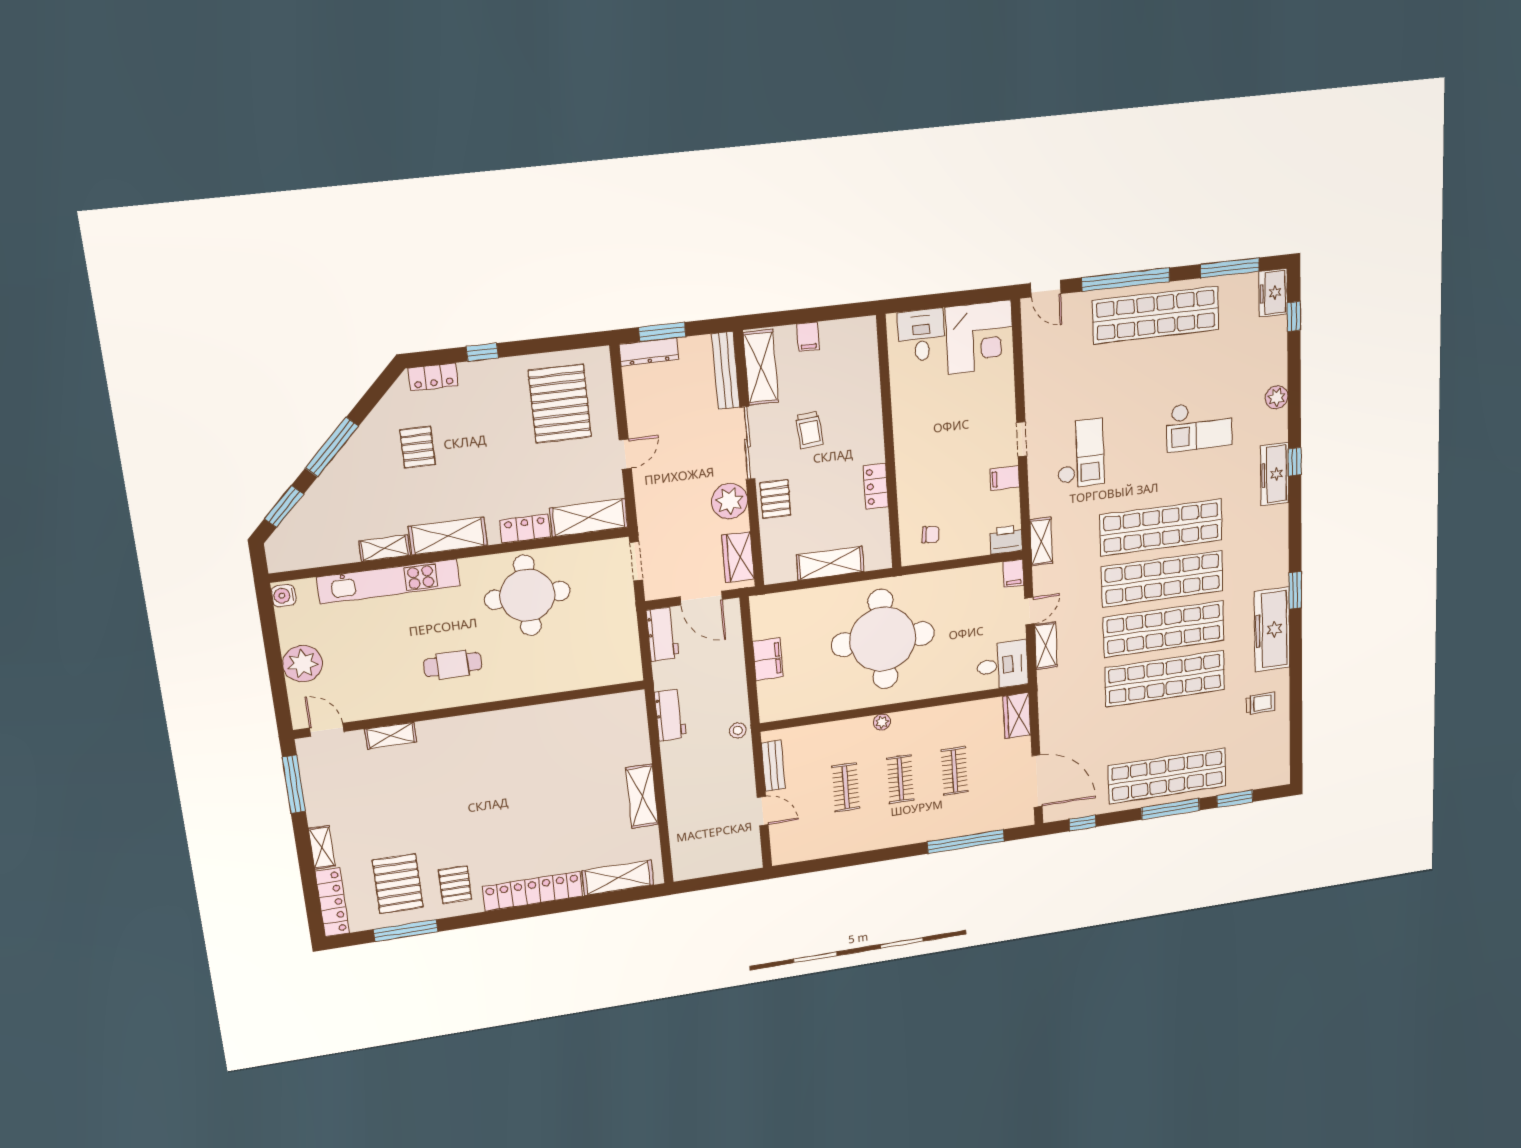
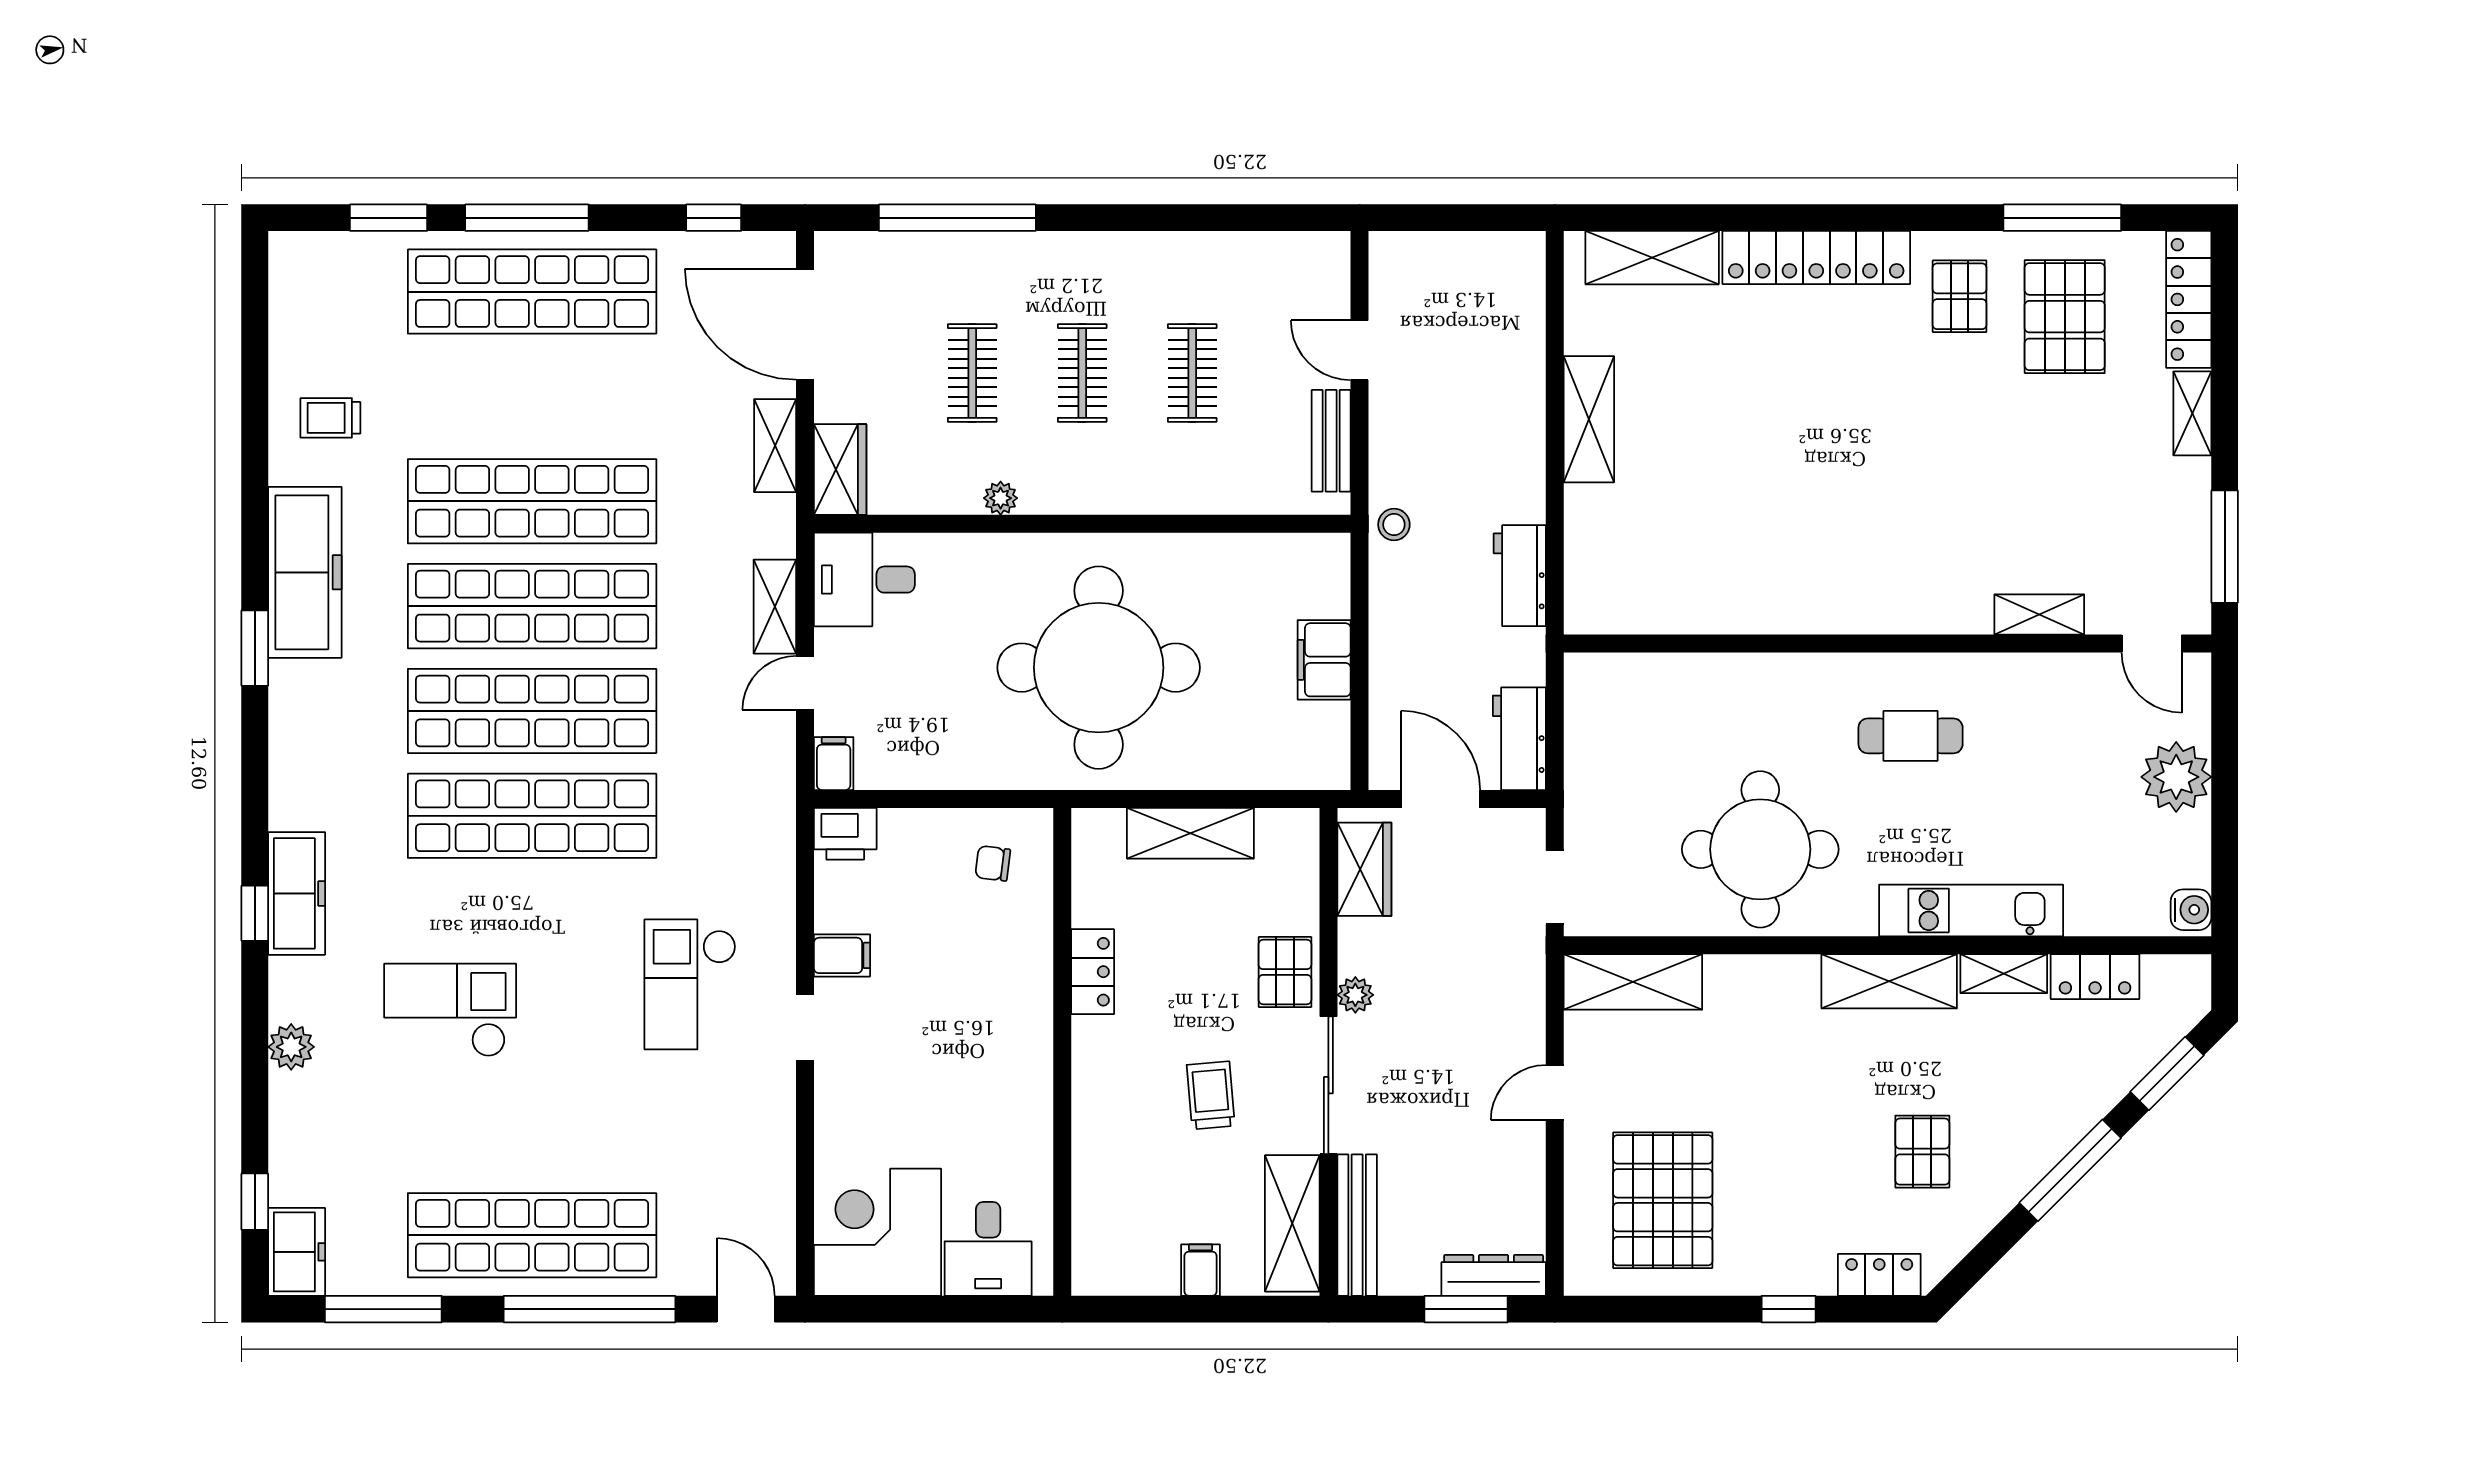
plant: (730, 501) -> (1355, 995), width x0.53, depth x0.53
locker: (525, 529) -> (2095, 977), moved
shelving: (1041, 542) -> (775, 446), moved
kitchen unit: (389, 581) -> (1971, 910), width x0.73
plant: (882, 722) -> (1001, 498), moved

